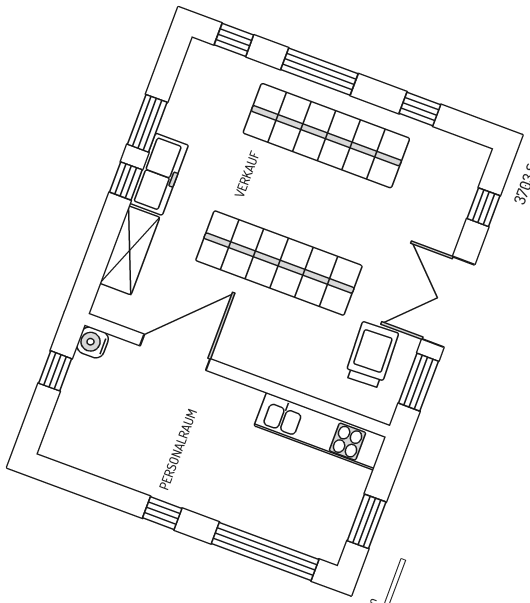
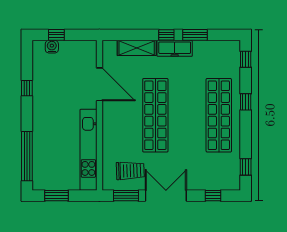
window: (319, 72) -> (246, 102), width x0.46
window: (420, 109) -> (246, 167), moved
water cooler: (93, 342) -> (52, 47), moved
window: (55, 371) -> (56, 35), moved
kitchen unit: (320, 431) -> (88, 150), width x1.36
window: (162, 513) -> (27, 88), moved

